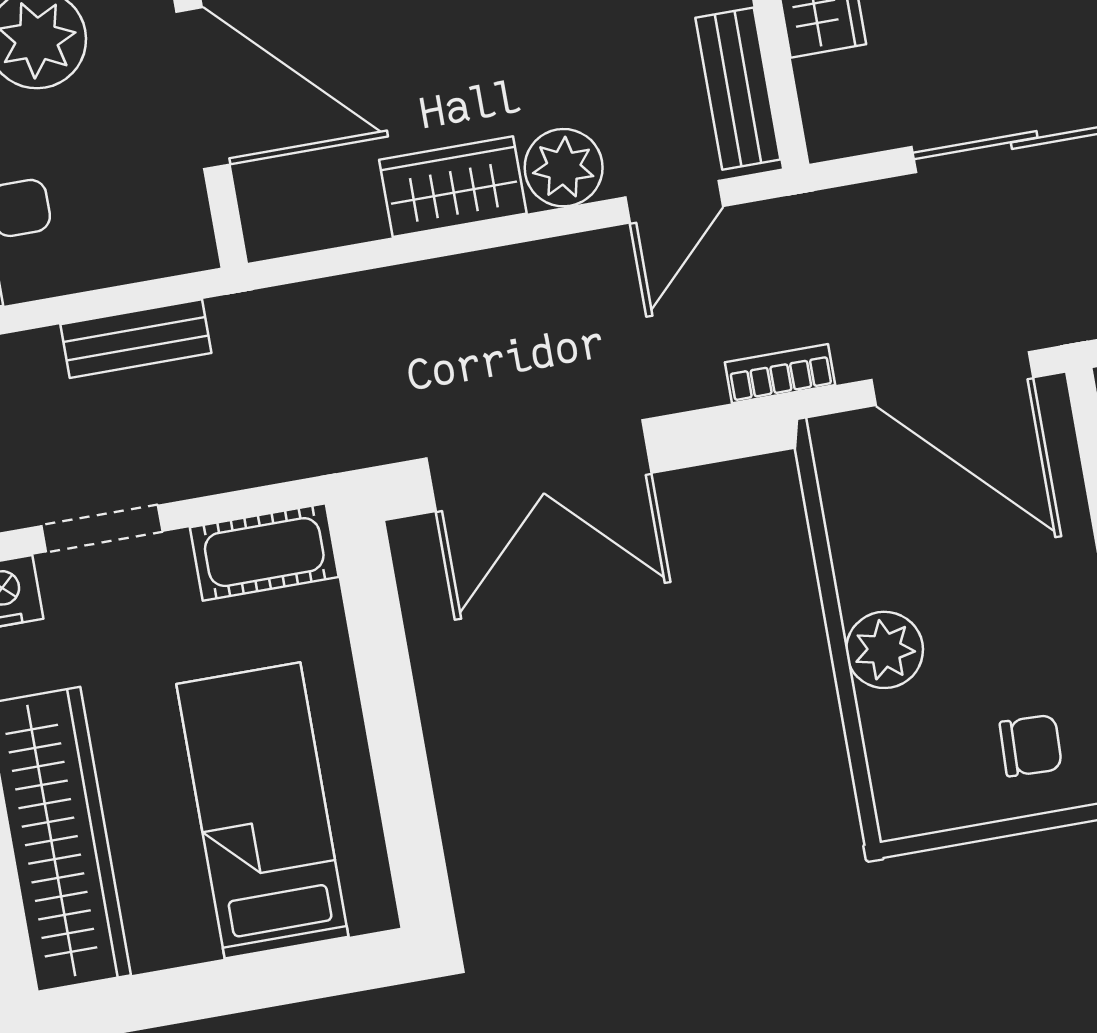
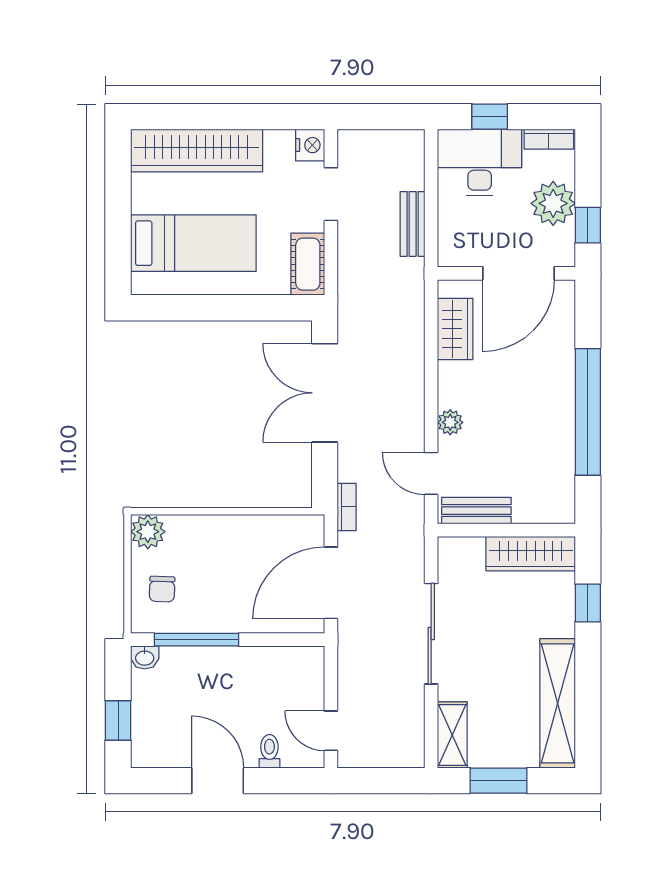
plant: (564, 168) -> (450, 422), width x0.73, depth x0.73
wardrobe: (453, 187) -> (455, 329), moved
plant: (885, 650) -> (148, 532), moved

